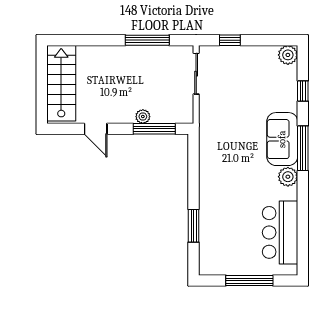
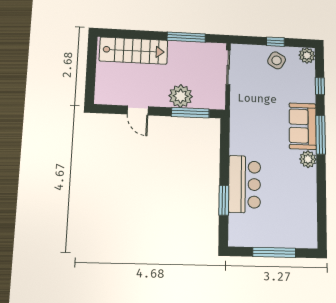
window: (230, 40) -> (275, 42), moved
side table: (252, 63) -> (277, 60), added
stairs: (61, 83) -> (134, 51), moved, turned 90
plant: (143, 117) -> (181, 96), width x1.88, depth x1.88
bar counter: (280, 232) -> (245, 184), moved, turned 180

